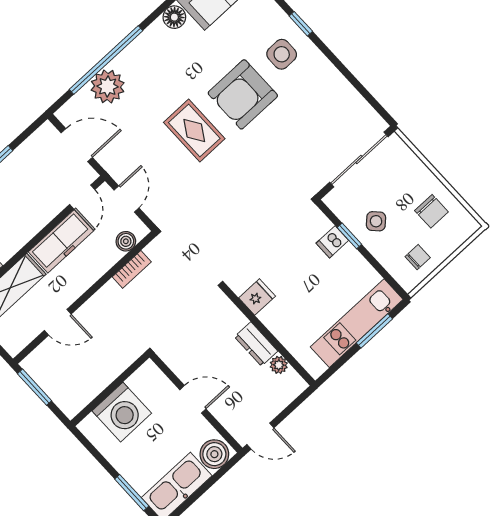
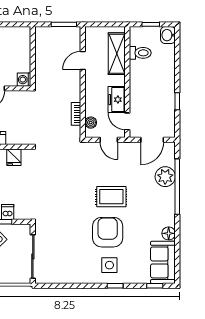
freezer: (61, 241) -> (117, 100), width x0.71
washing machine: (122, 412) -> (24, 80), moved, width x0.53, depth x0.53

